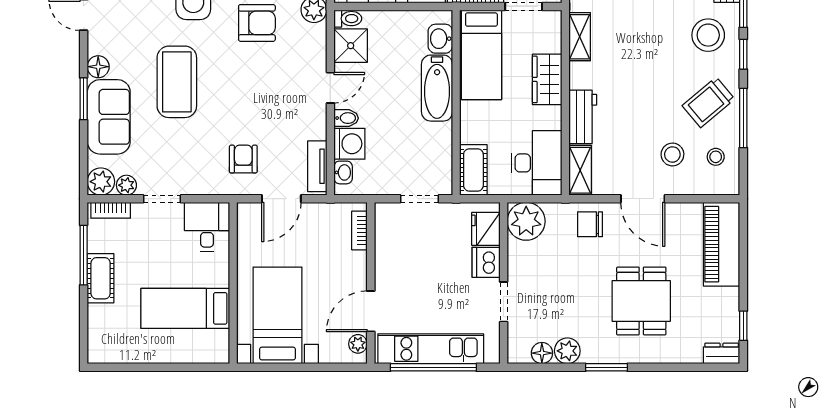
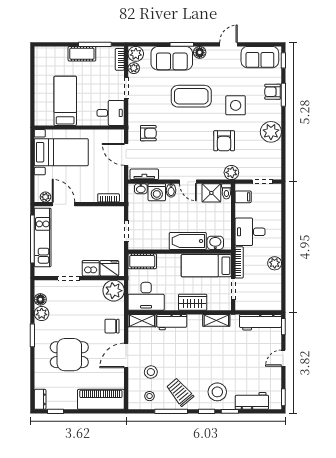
chair: (590, 224) -> (112, 326), turned -90

